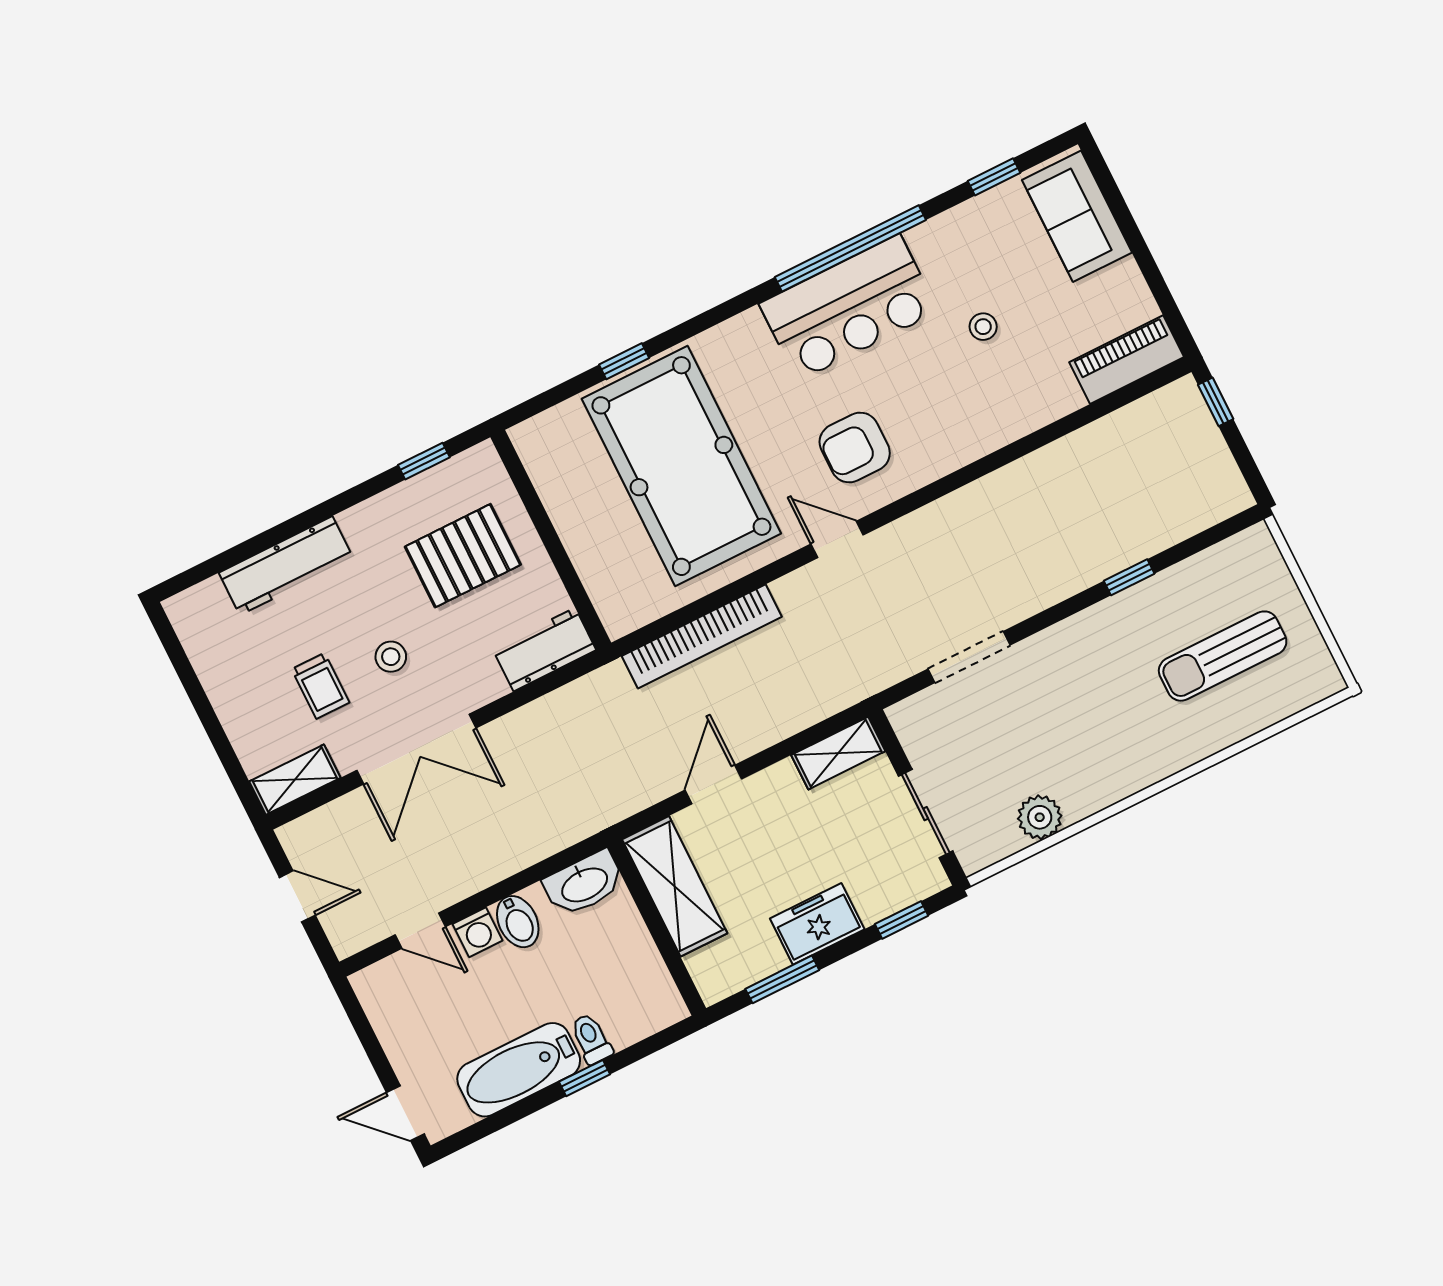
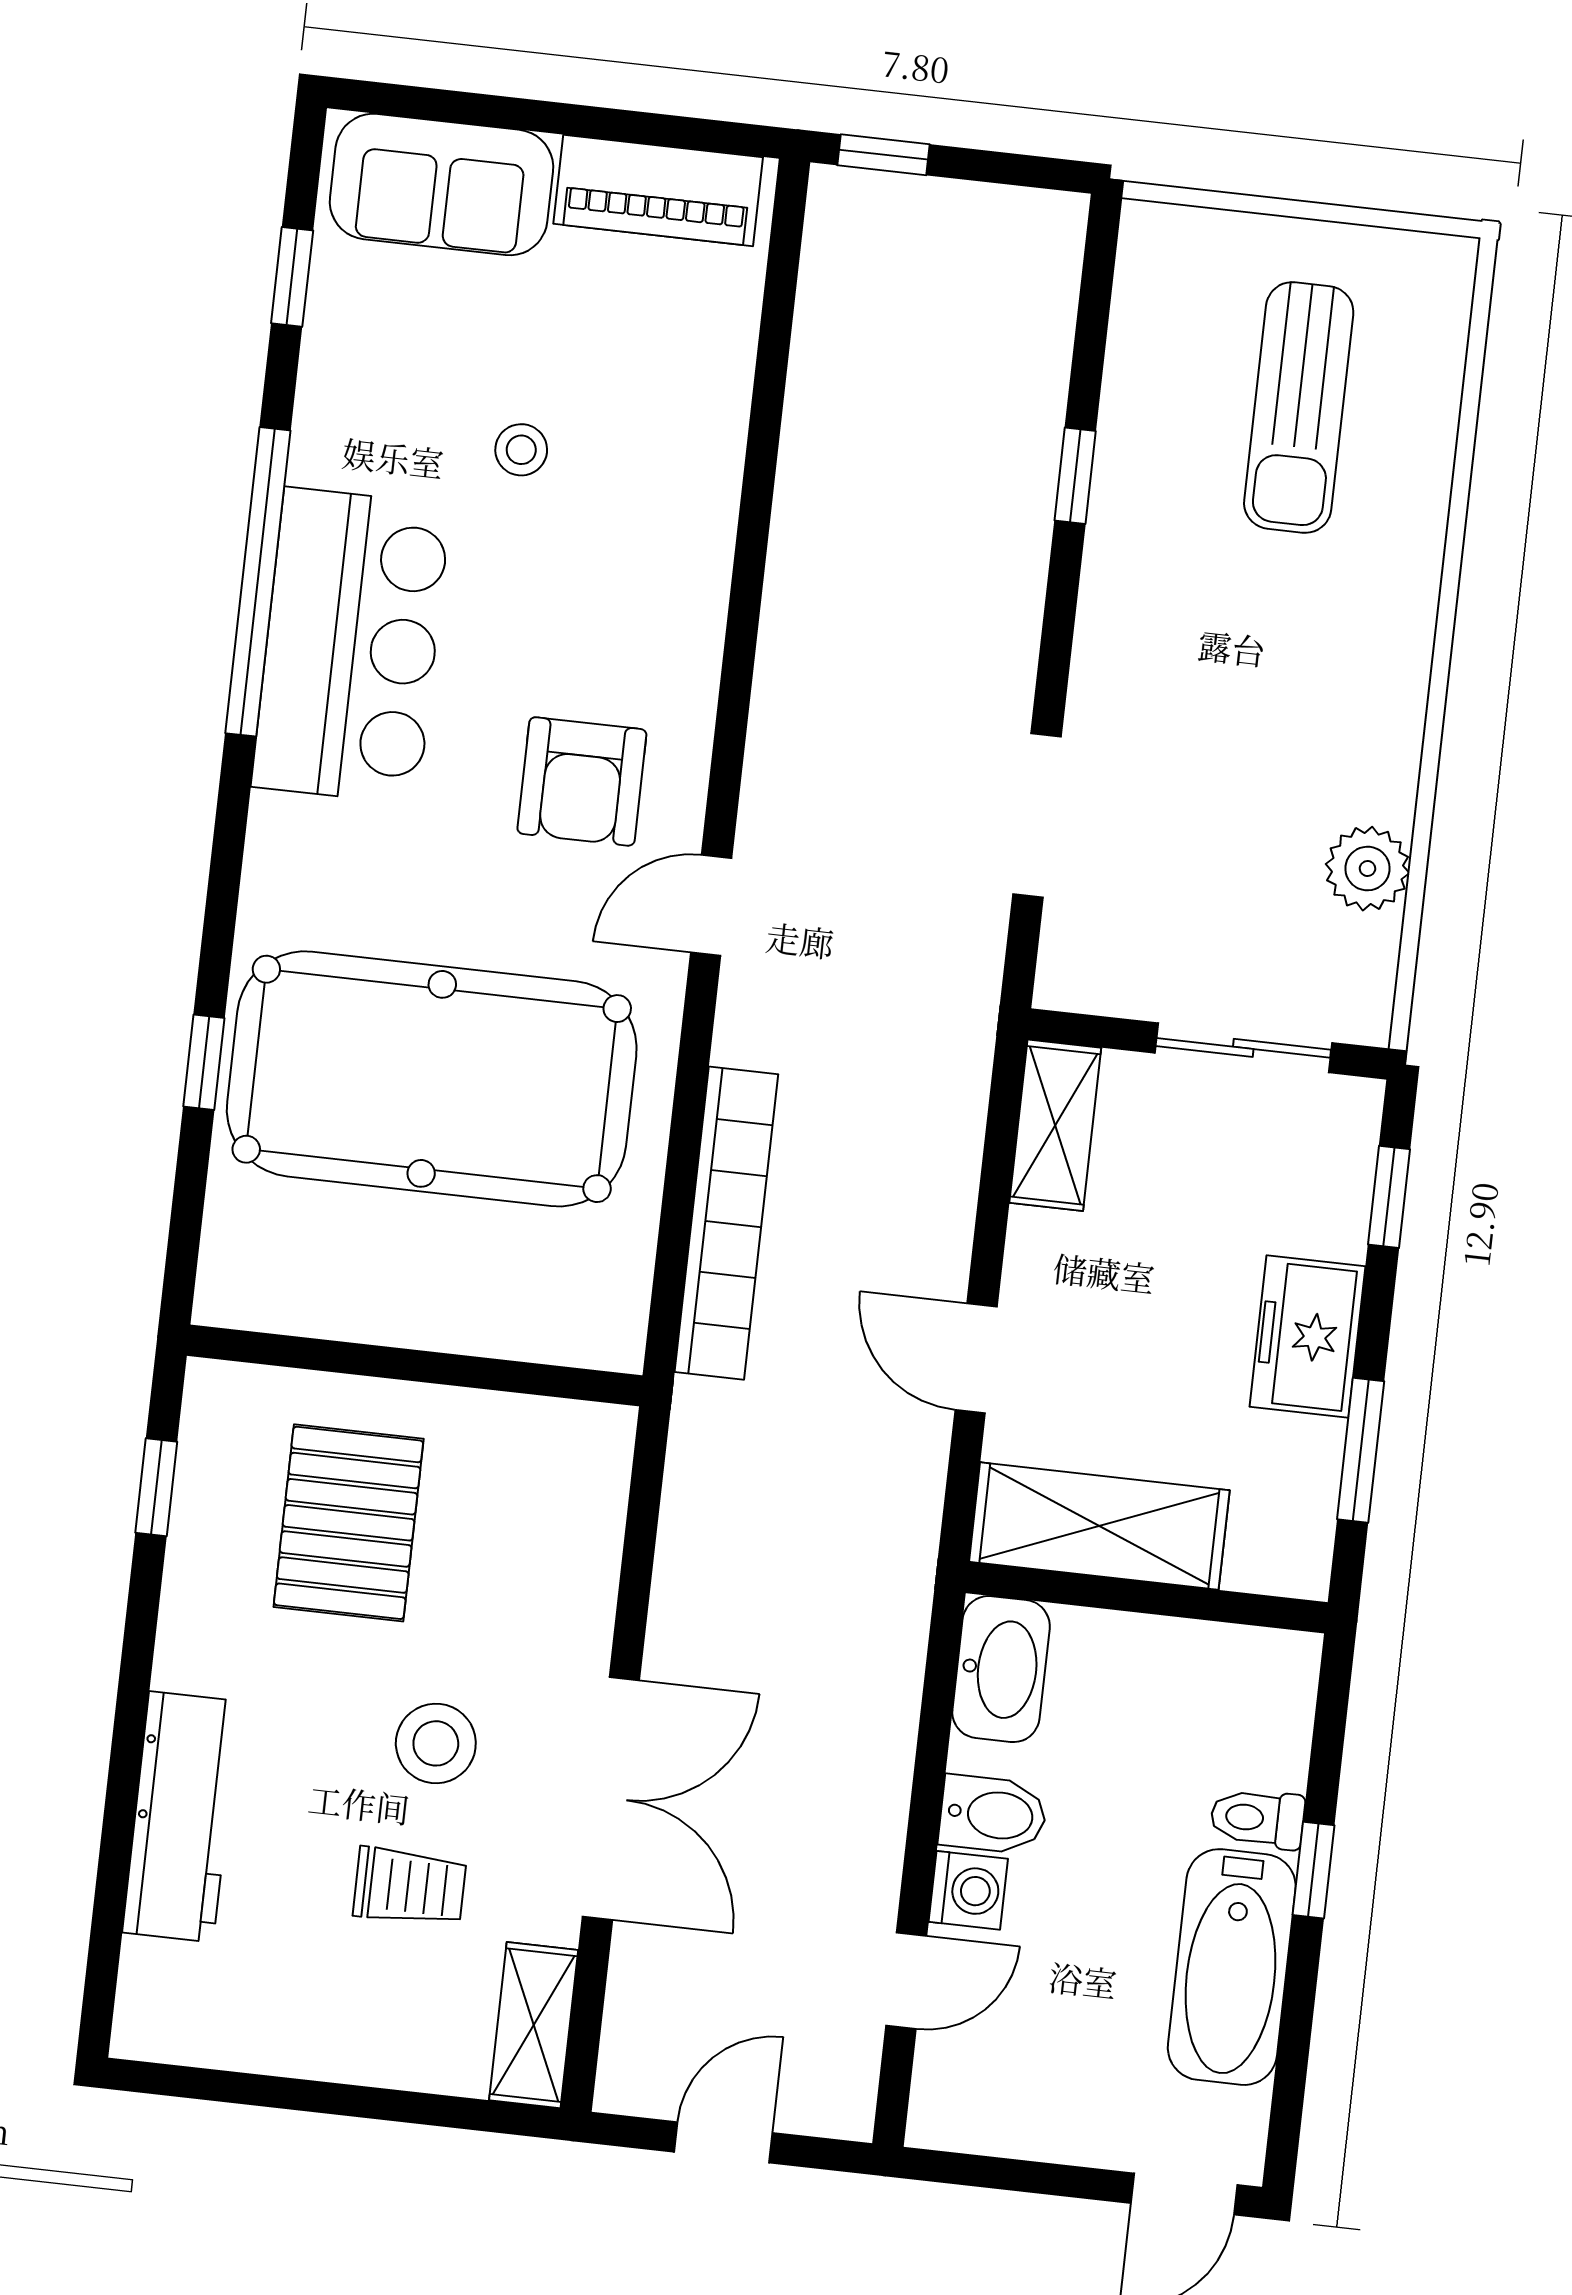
piano: (1127, 360) -> (658, 190), moved, turned -90
workbench: (544, 649) -> (584, 1489), removed
stool: (391, 657) -> (436, 1743), width x1.37, depth x1.37

